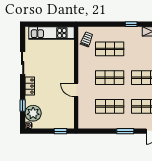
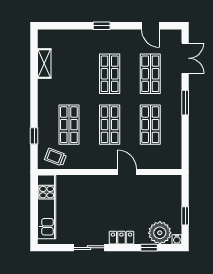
window: (131, 24) -> (34, 136), moved
door: (76, 90) -> (127, 172), swing flipped
window: (61, 131) -> (185, 216), moved

